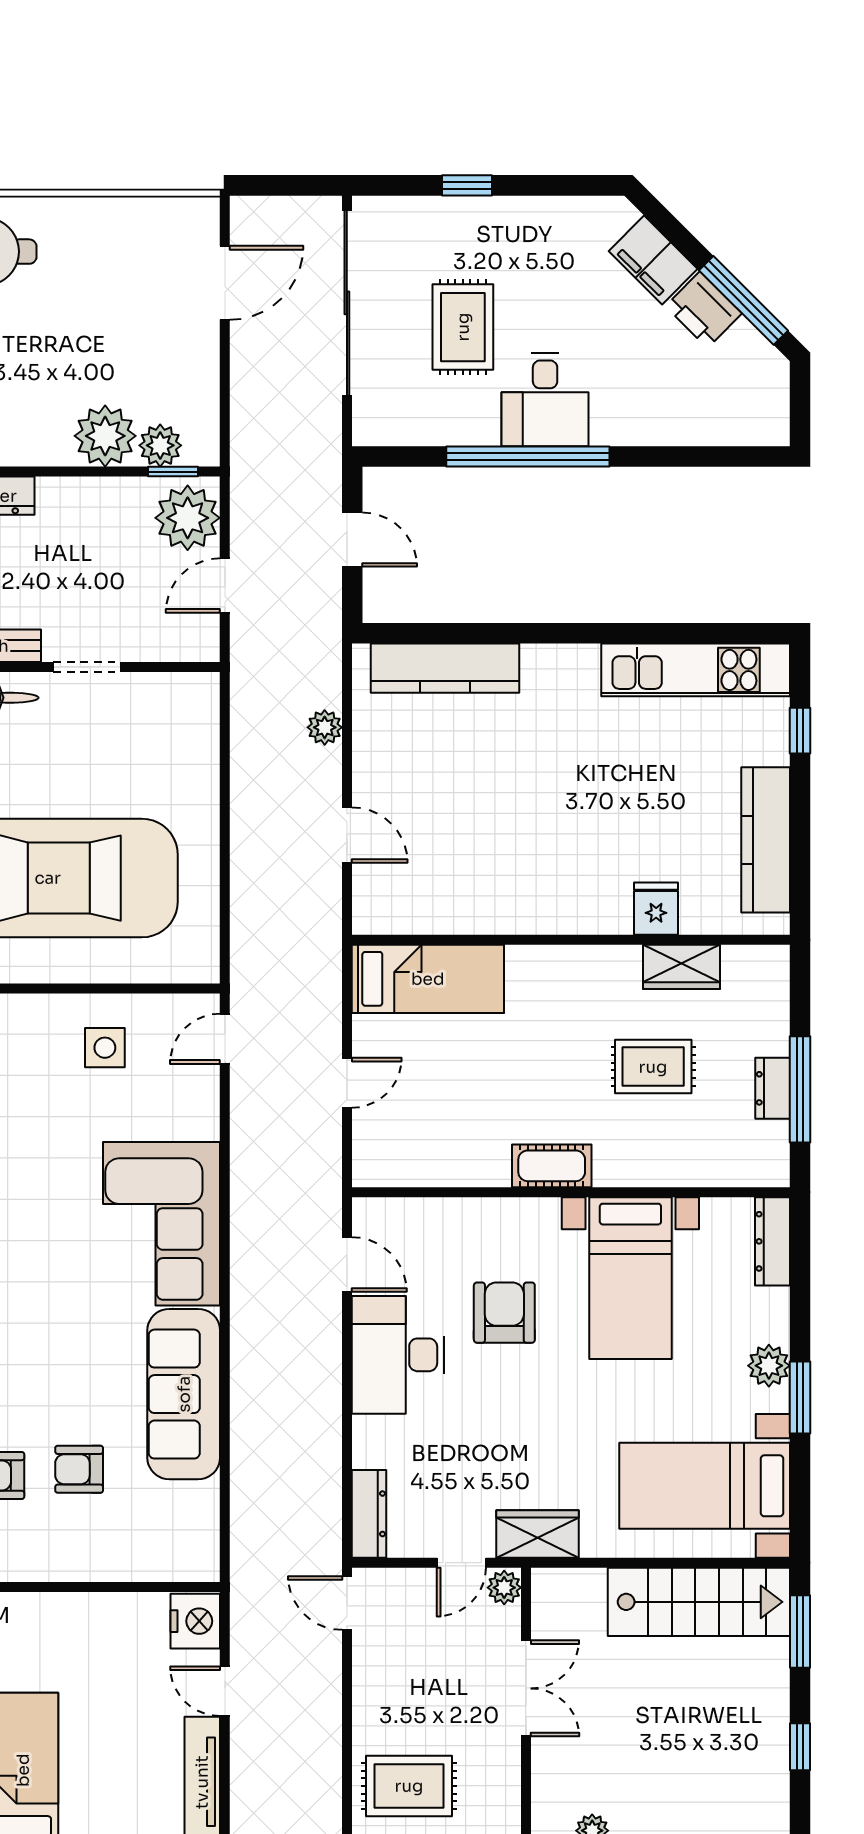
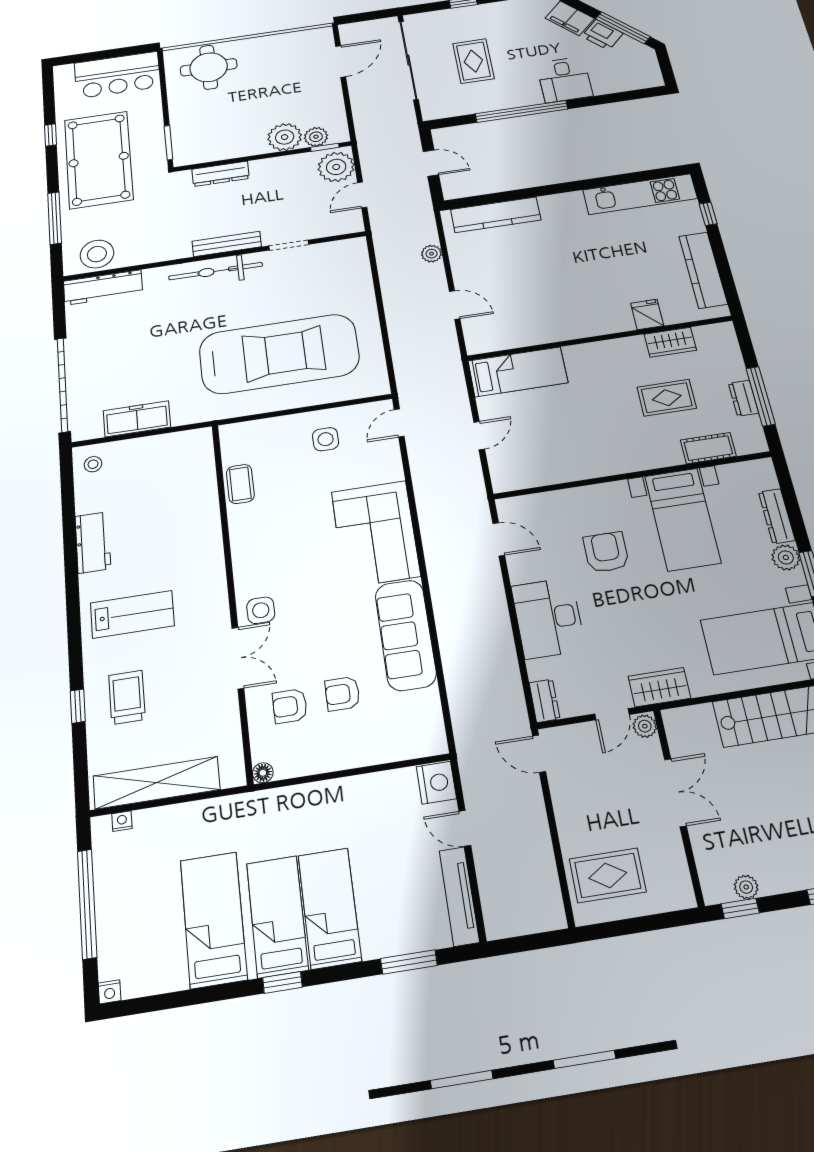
desk: (545, 400) -> (565, 80), moved
cot: (552, 1166) -> (708, 448), moved
dresser: (773, 1241) -> (777, 516), moved
desk: (398, 1355) -> (548, 618), moved
dresser: (369, 1514) -> (545, 701), width x0.70

